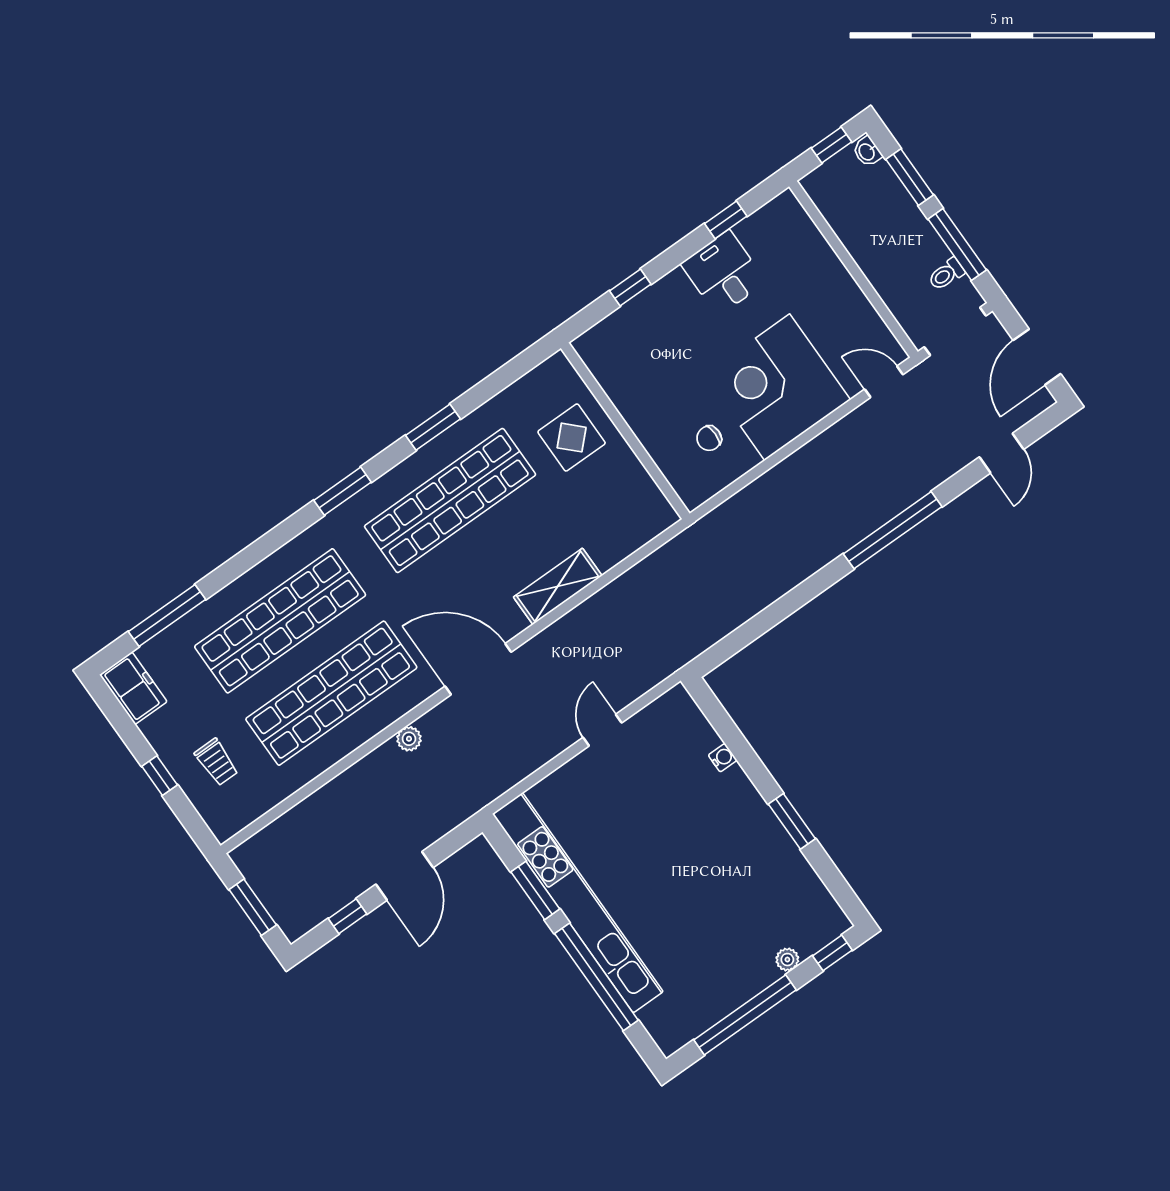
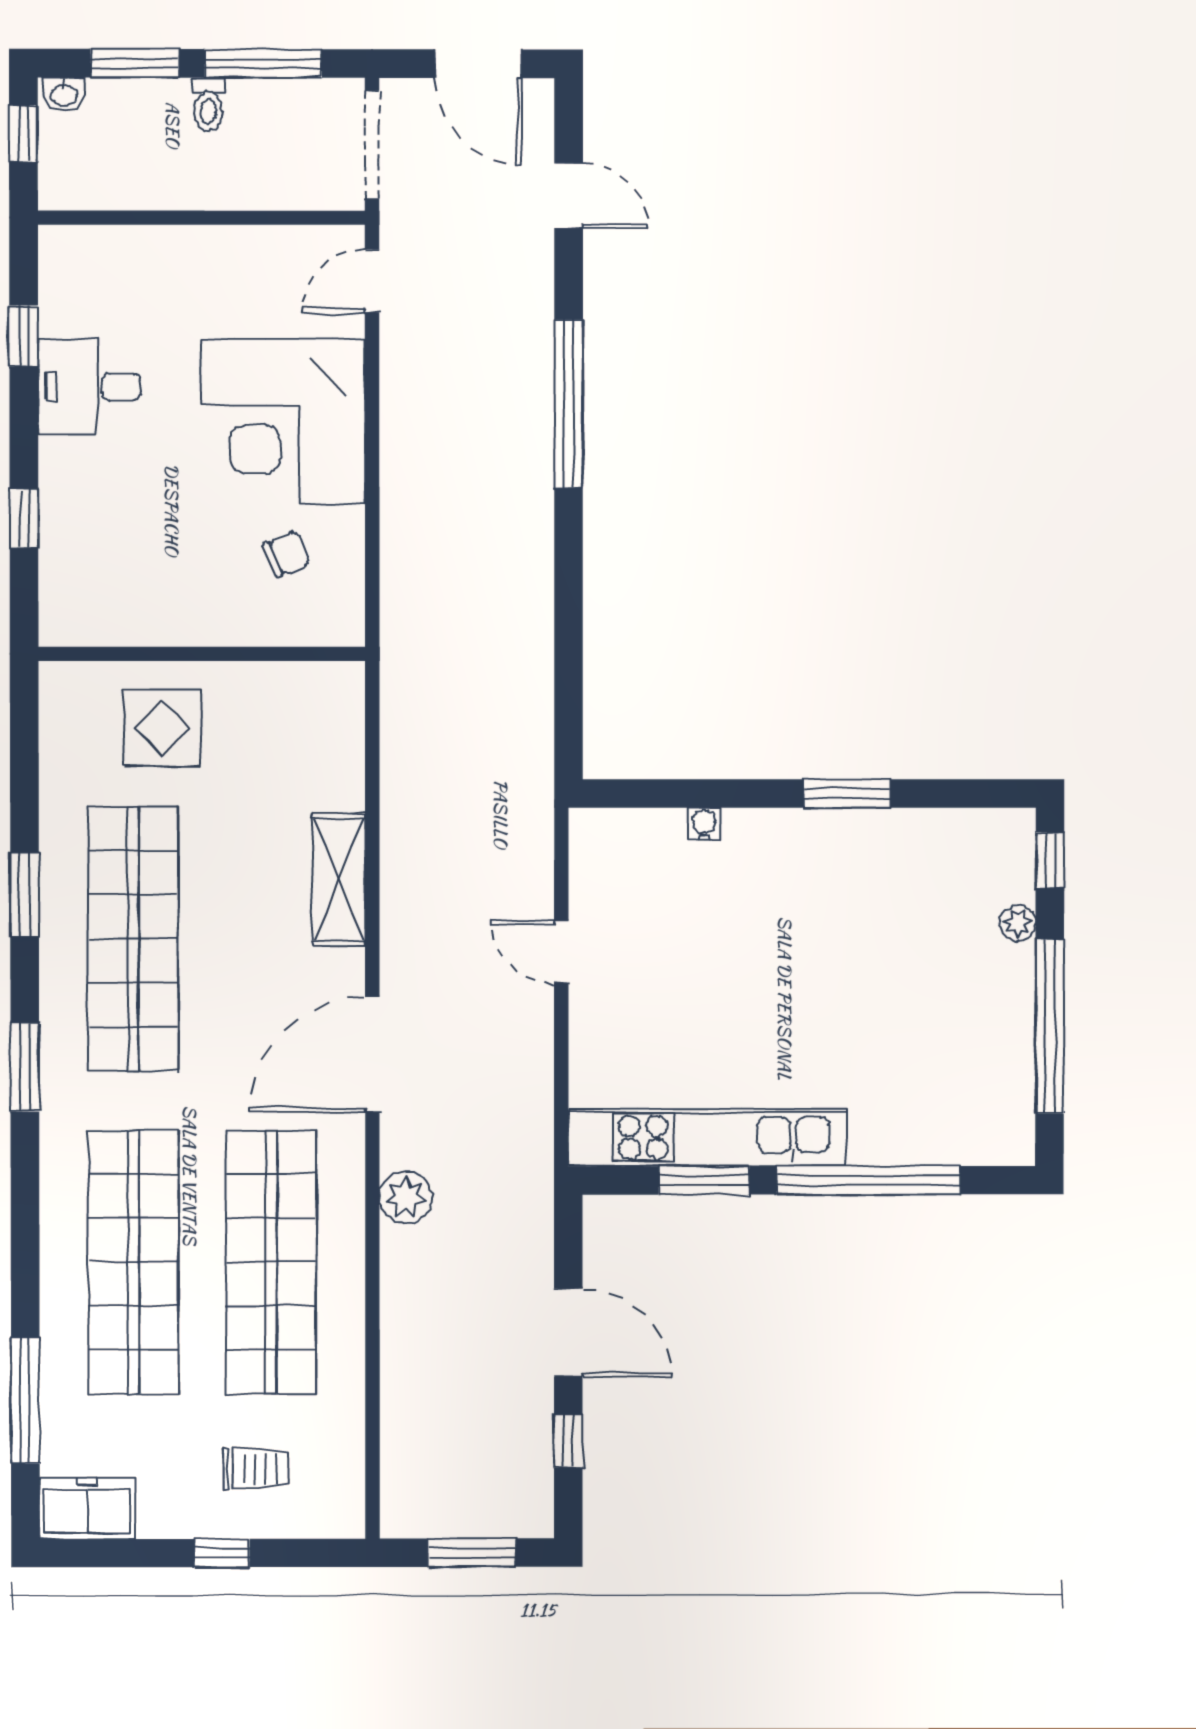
toilet: (946, 274) -> (208, 104), moved
chair: (709, 438) -> (287, 554), turned -112
plant: (409, 739) -> (406, 1197), width x1.38, depth x1.38
kitchen unit: (578, 903) -> (707, 1138), width x0.73

